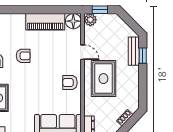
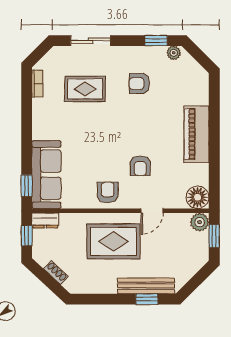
piano: (45, 22) -> (197, 134), moved
bench: (134, 51) -> (146, 286), width x1.36
armchair: (23, 56) -> (140, 166), moved

